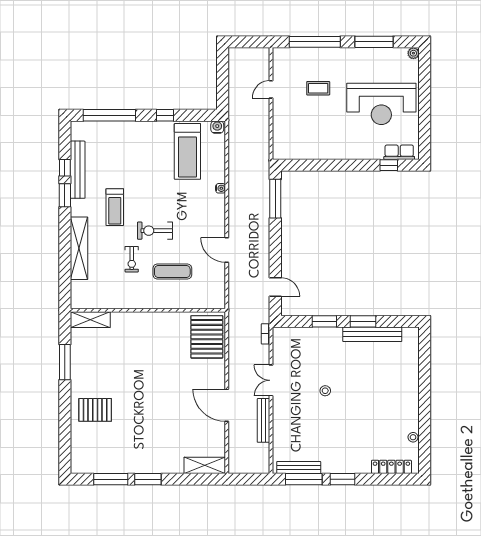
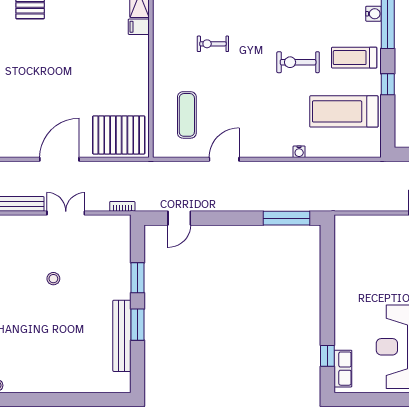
water cooler: (217, 127) -> (373, 14), moved
treadmill: (115, 207) -> (354, 58), moved
exercise bike: (155, 231) -> (298, 62), moved, turned -90
exercise mat: (172, 271) -> (187, 115), moved
filing cabinet: (118, 320) -> (139, 27), added
door: (227, 405) -> (59, 159), moved

